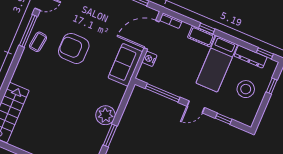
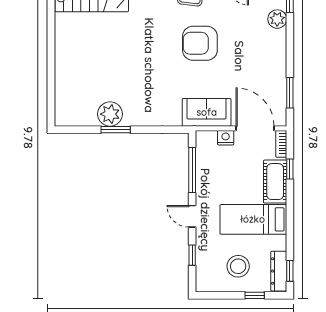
window: (207, 29) -> (290, 169), moved
cot: (201, 36) -> (275, 182), width x1.37, depth x1.34
armchair: (74, 48) -> (200, 43), turned -90
dresser: (251, 57) -> (279, 271), moved
plant: (105, 115) -> (110, 114), moved

